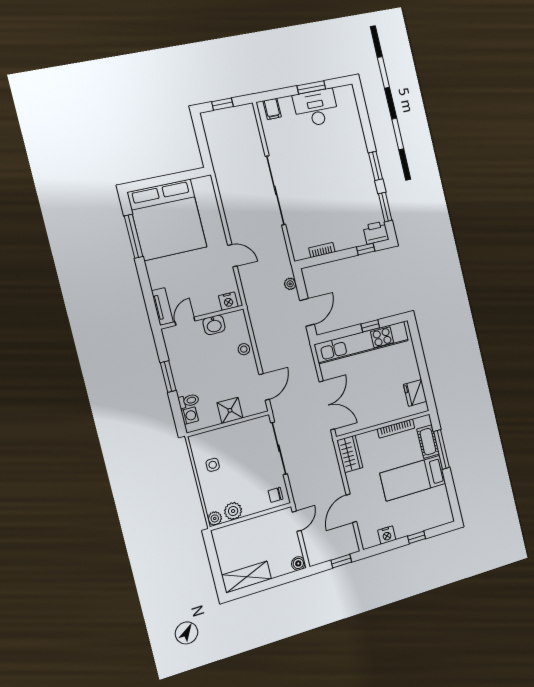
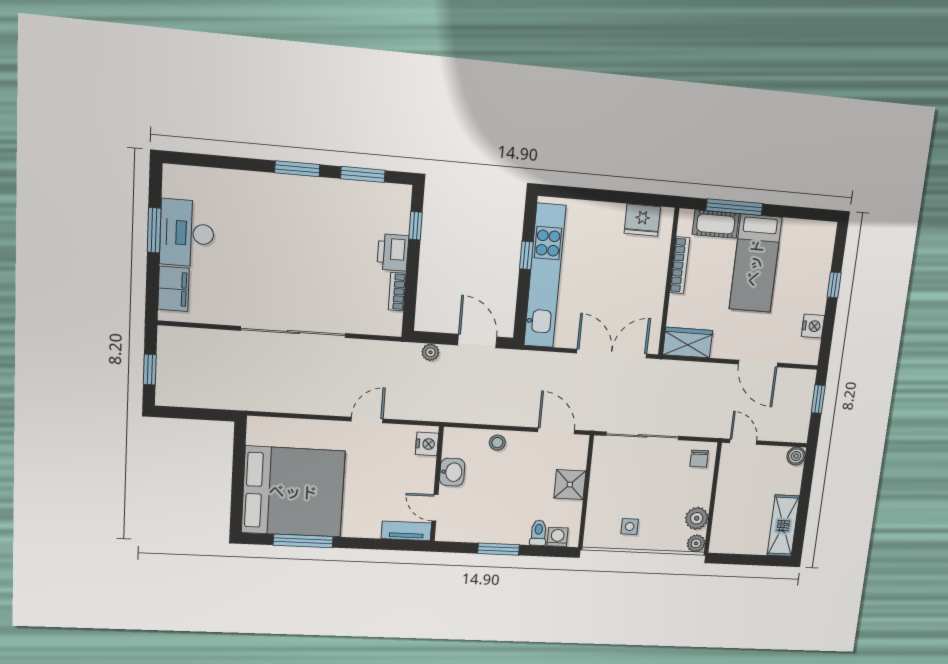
filing cabinet: (272, 109) -> (174, 289), width x2.00
printer: (376, 233) -> (393, 252), moved

